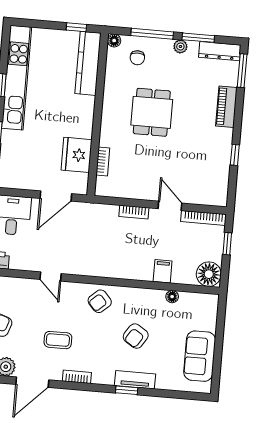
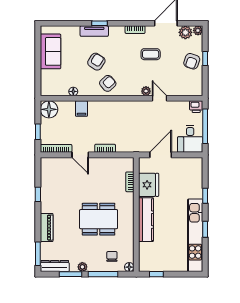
kitchen counter: (88, 63) -> (146, 220), moved
dining table: (152, 112) -> (99, 219), width x1.37
plant: (69, 288) -> (146, 91), added
armchair: (100, 301) -> (108, 83), moved

